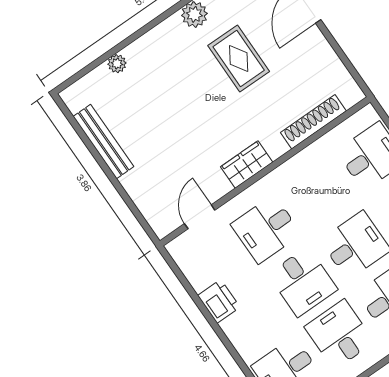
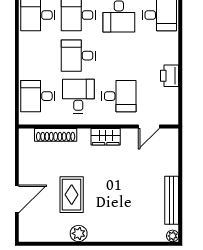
plant: (117, 64) -> (173, 236), moved
desk: (303, 282) -> (78, 96), moved

